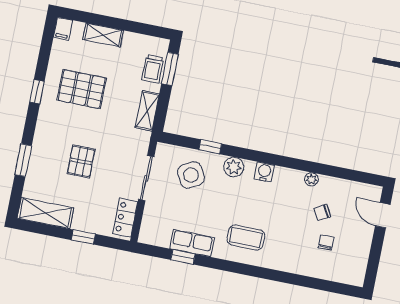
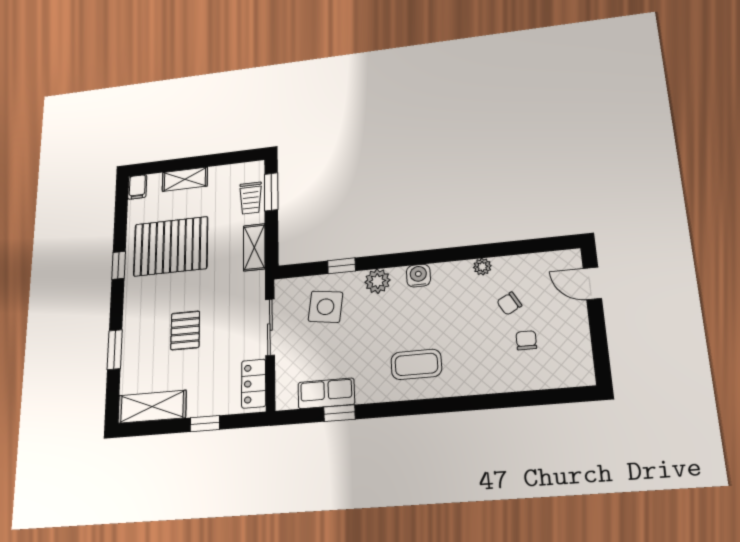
pallet: (82, 89) -> (171, 246), width x1.37, depth x1.41
side table: (191, 175) -> (326, 307), turned 37
row of seats: (192, 243) -> (326, 393), moved

